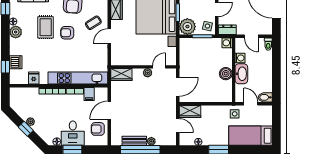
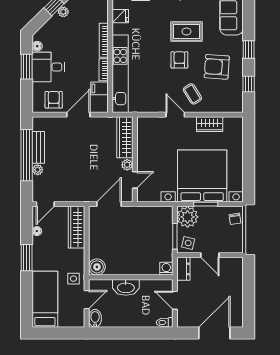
door: (251, 36) -> (175, 300), hinge flipped
washing machine: (240, 58) -> (147, 286), removed
door: (159, 67) -> (135, 180), hinge flipped
boiler: (226, 74) -> (97, 267), moved
wardrobe: (121, 75) -> (125, 137), width x1.50
door: (178, 87) -> (109, 204), swing flipped
door: (109, 110) -> (78, 115), hinge flipped
wardrobe: (190, 112) -> (77, 227), width x1.50
door: (178, 125) -> (45, 204), moved

